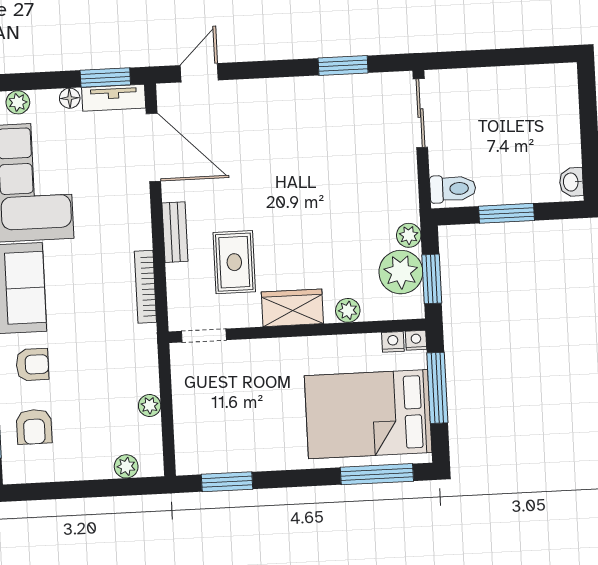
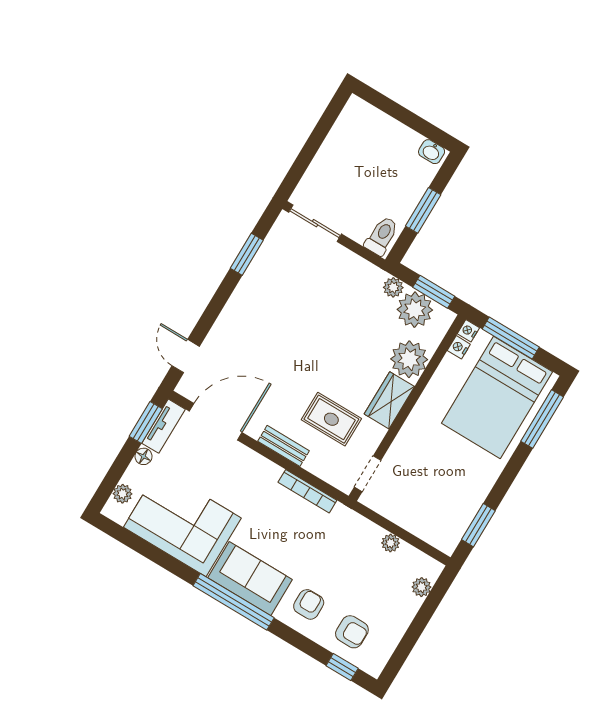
plant: (348, 310) -> (409, 359), width x1.87, depth x1.87

